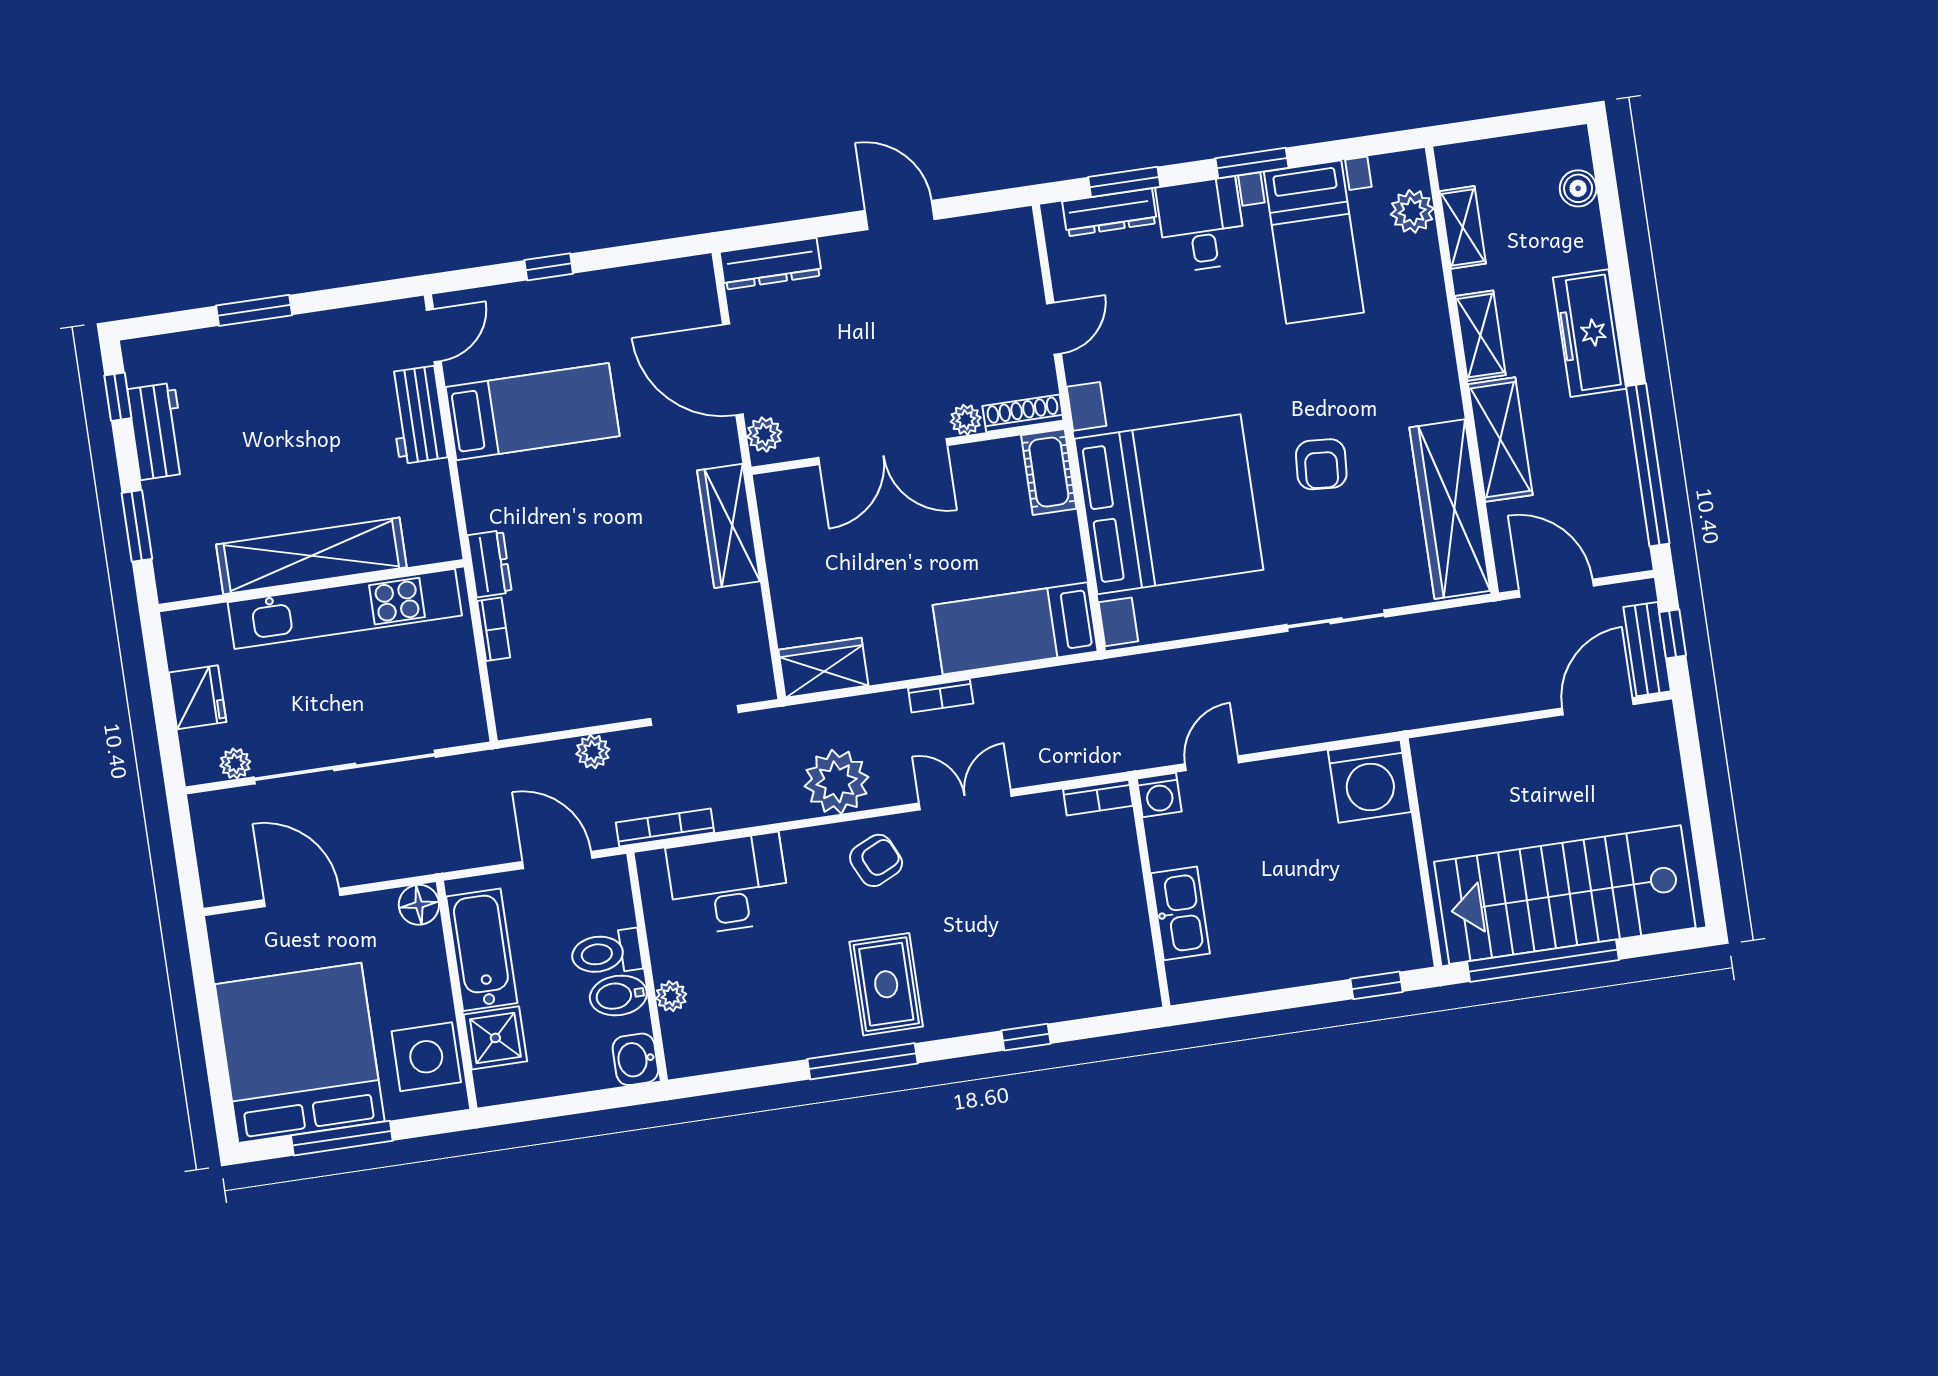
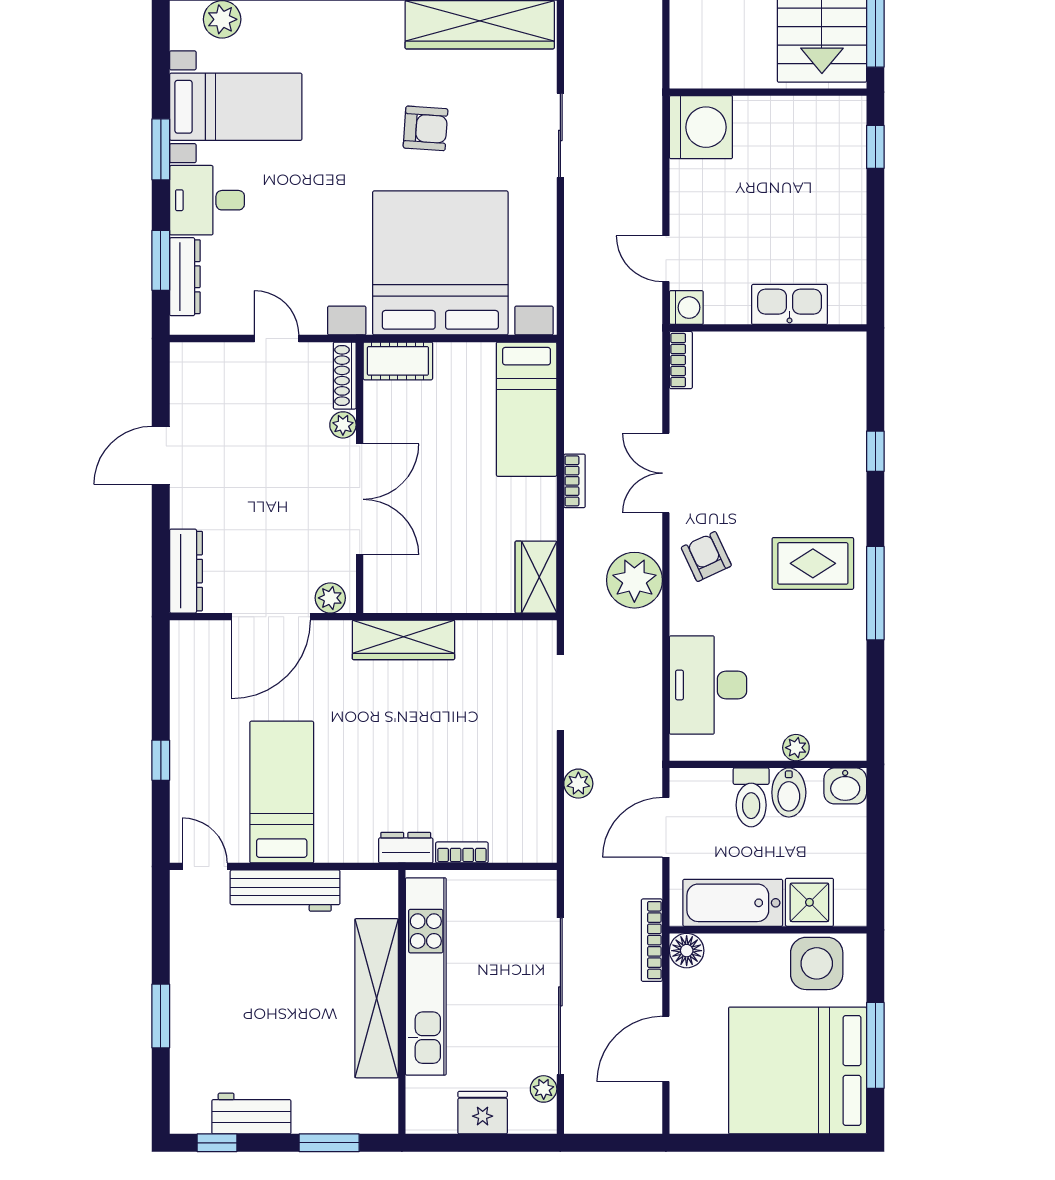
workbench: (417, 415) -> (285, 891), width x1.37
bookcase: (665, 827) -> (652, 940), moved

